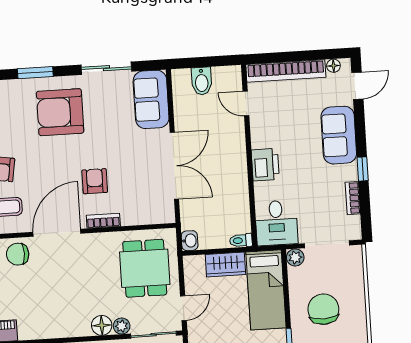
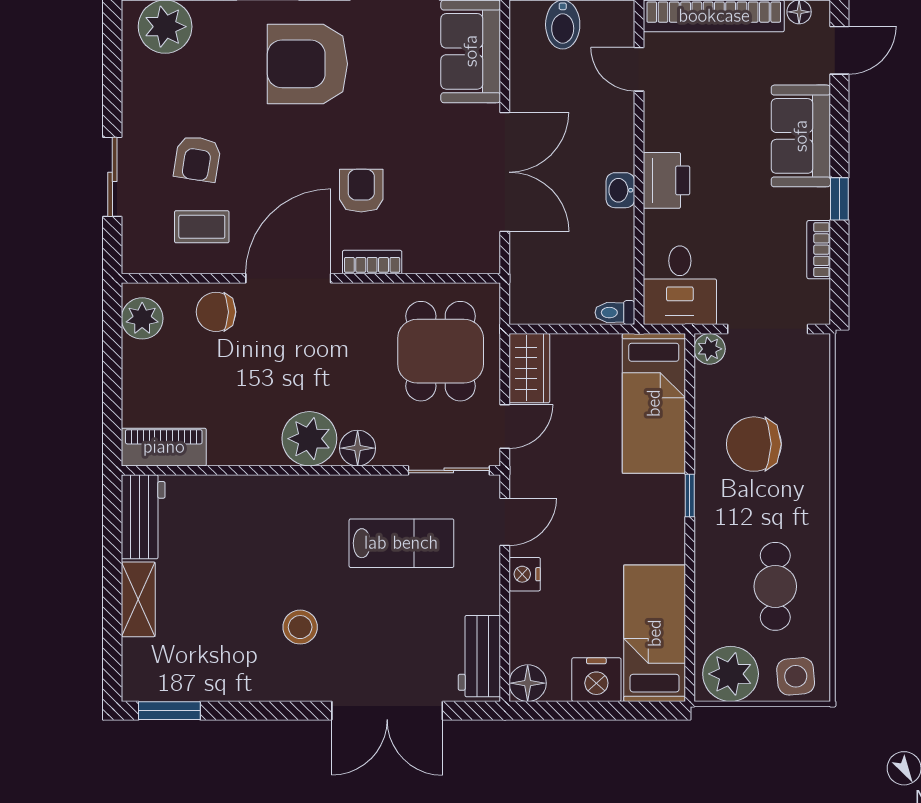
washbasin: (190, 241) -> (620, 190), moved, turned 180
wardrobe: (225, 264) -> (529, 368), moved, turned -90
chair: (323, 309) -> (754, 444), turned -88
plant: (122, 326) -> (309, 439), moved, width x1.88, depth x1.88

